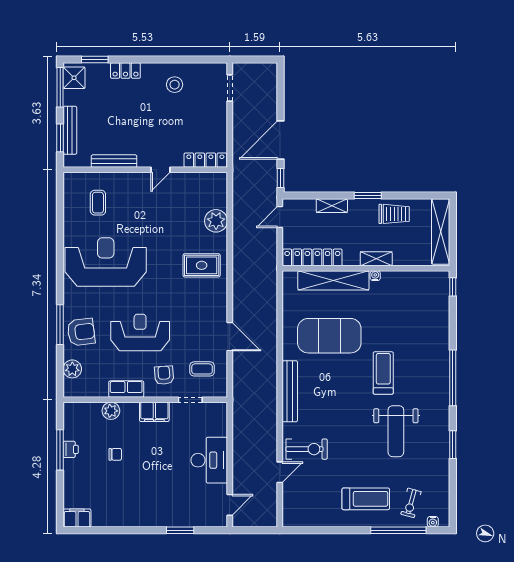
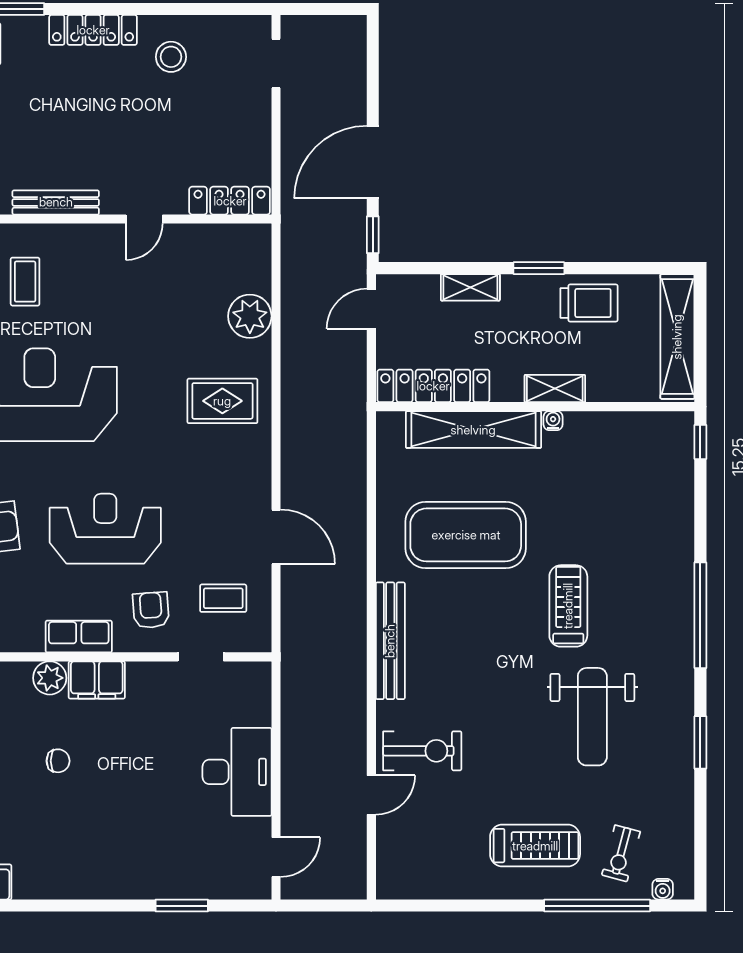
locker: (125, 71) -> (93, 30), width x1.53
filing cabinet: (154, 412) -> (97, 680), moved

